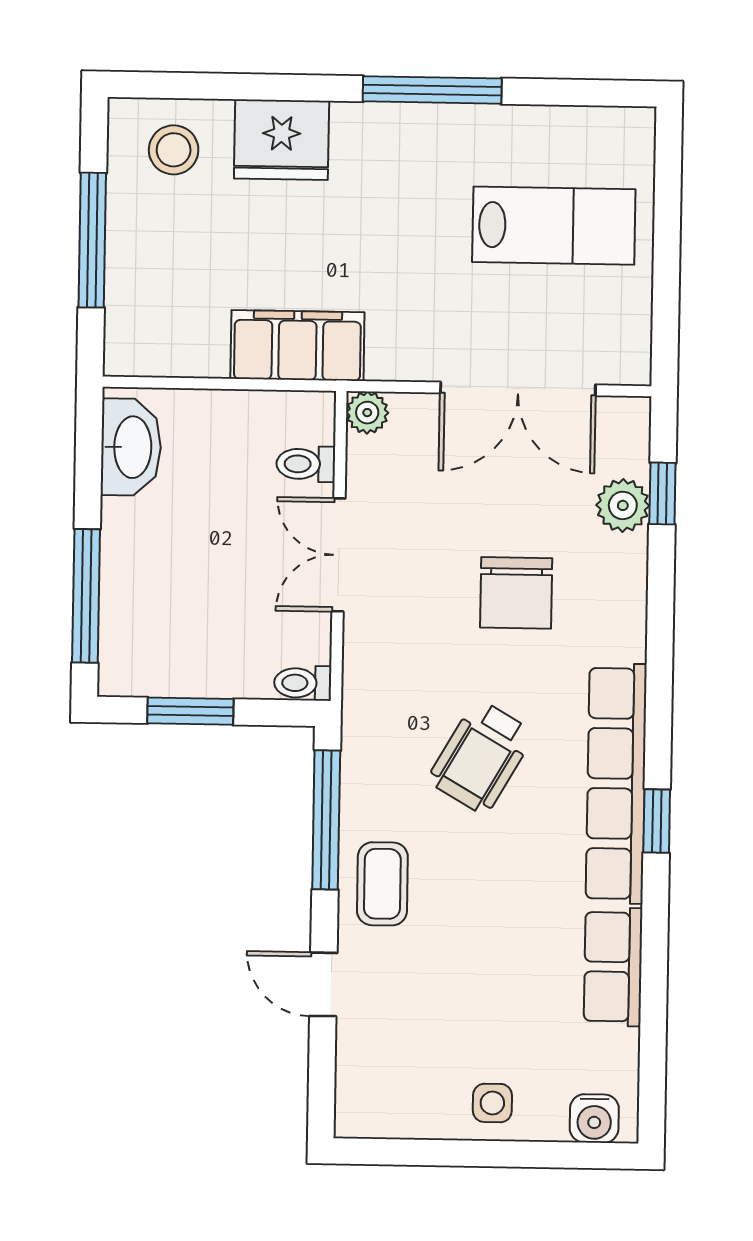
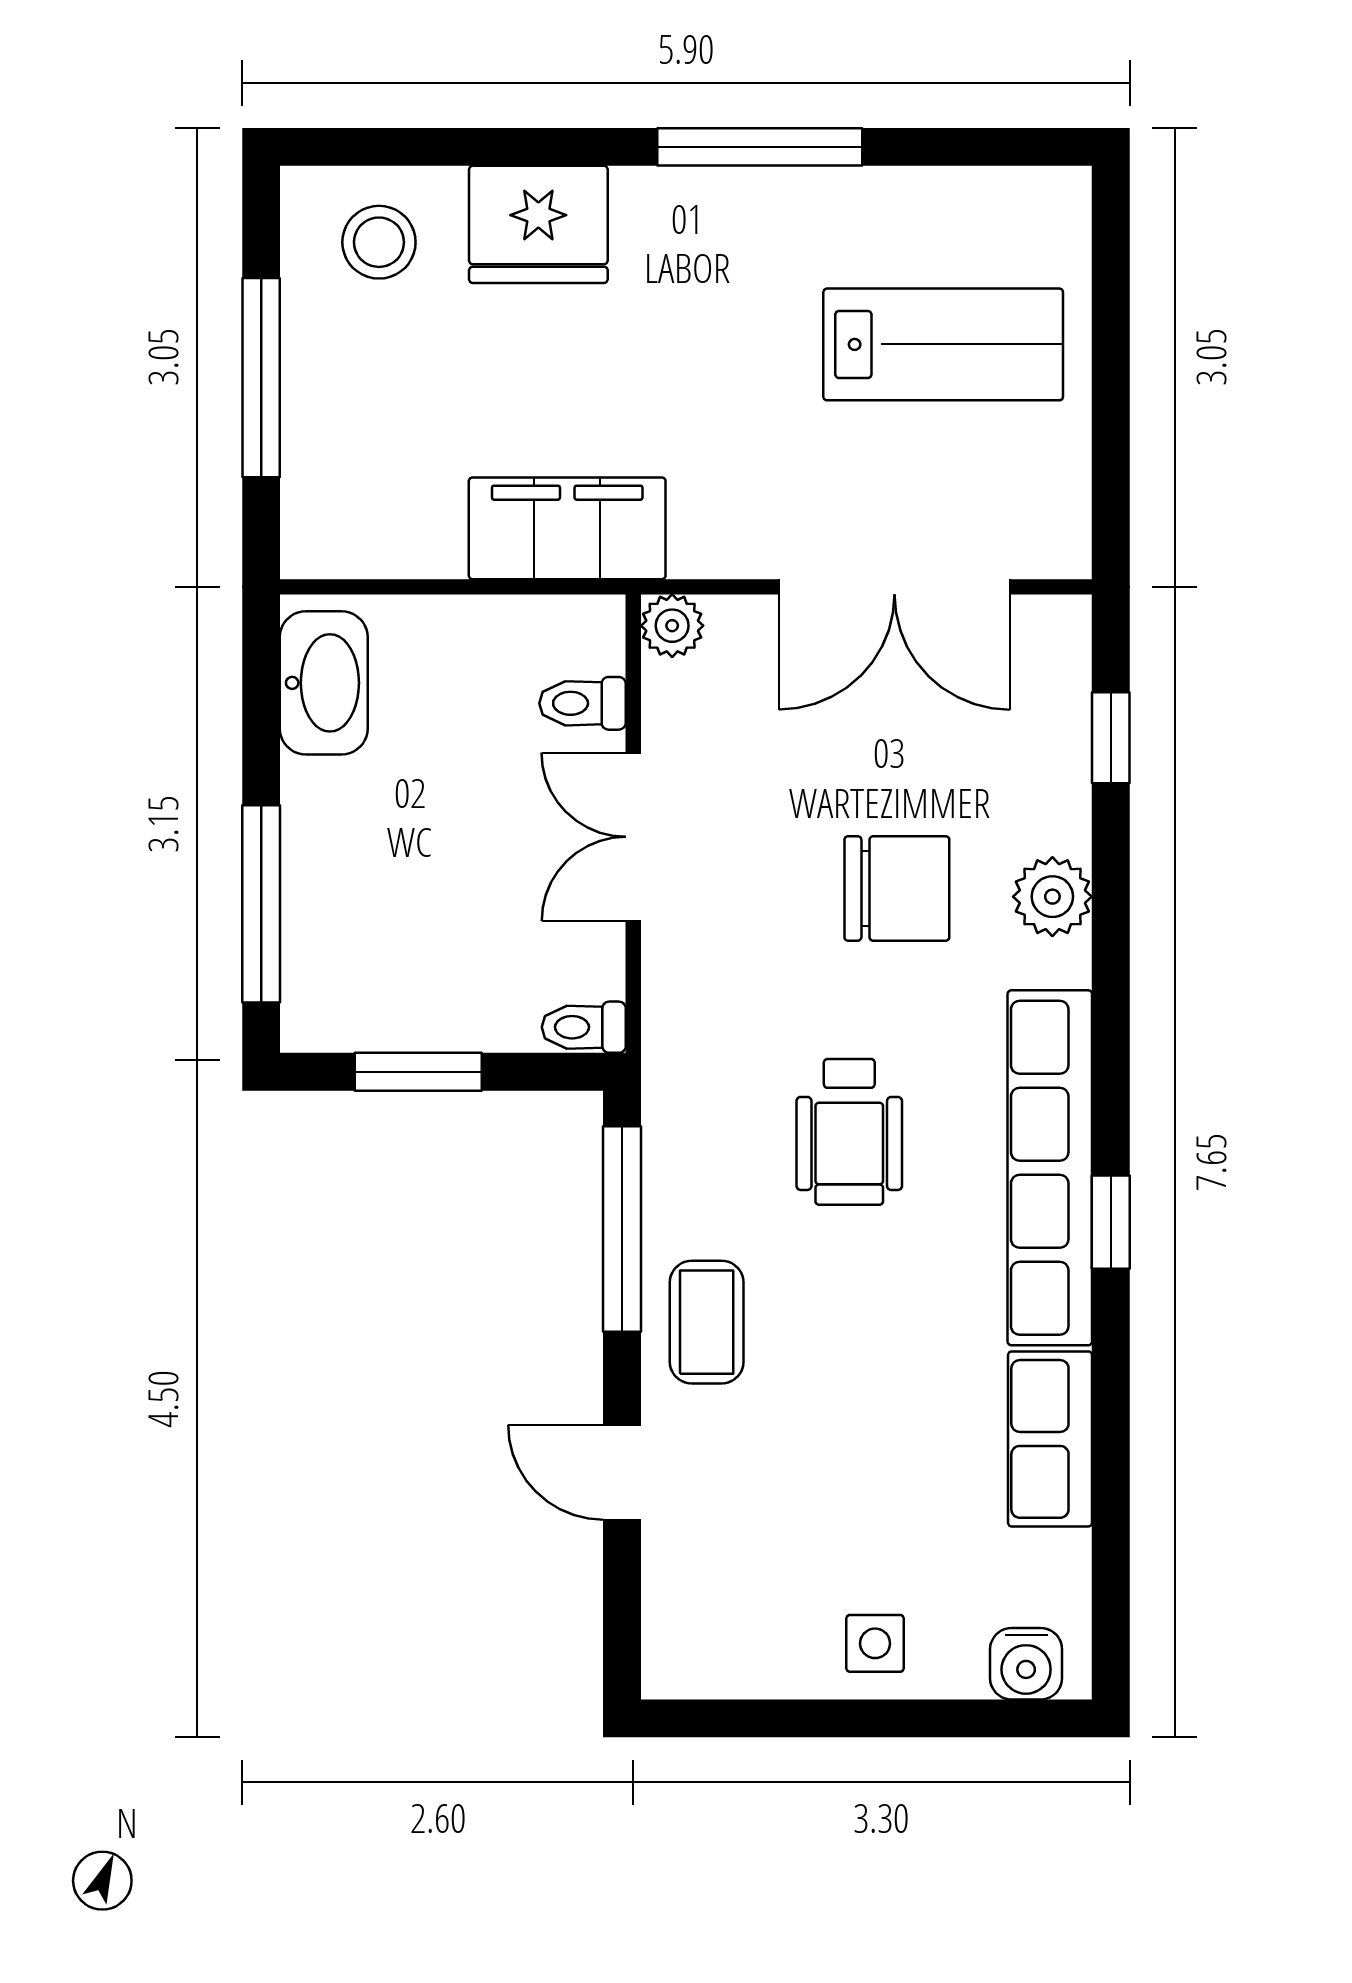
plant: (623, 505) -> (1052, 897), moved
chair: (516, 593) -> (897, 888), turned -90
wheelchair: (481, 757) -> (849, 1132), turned -30

